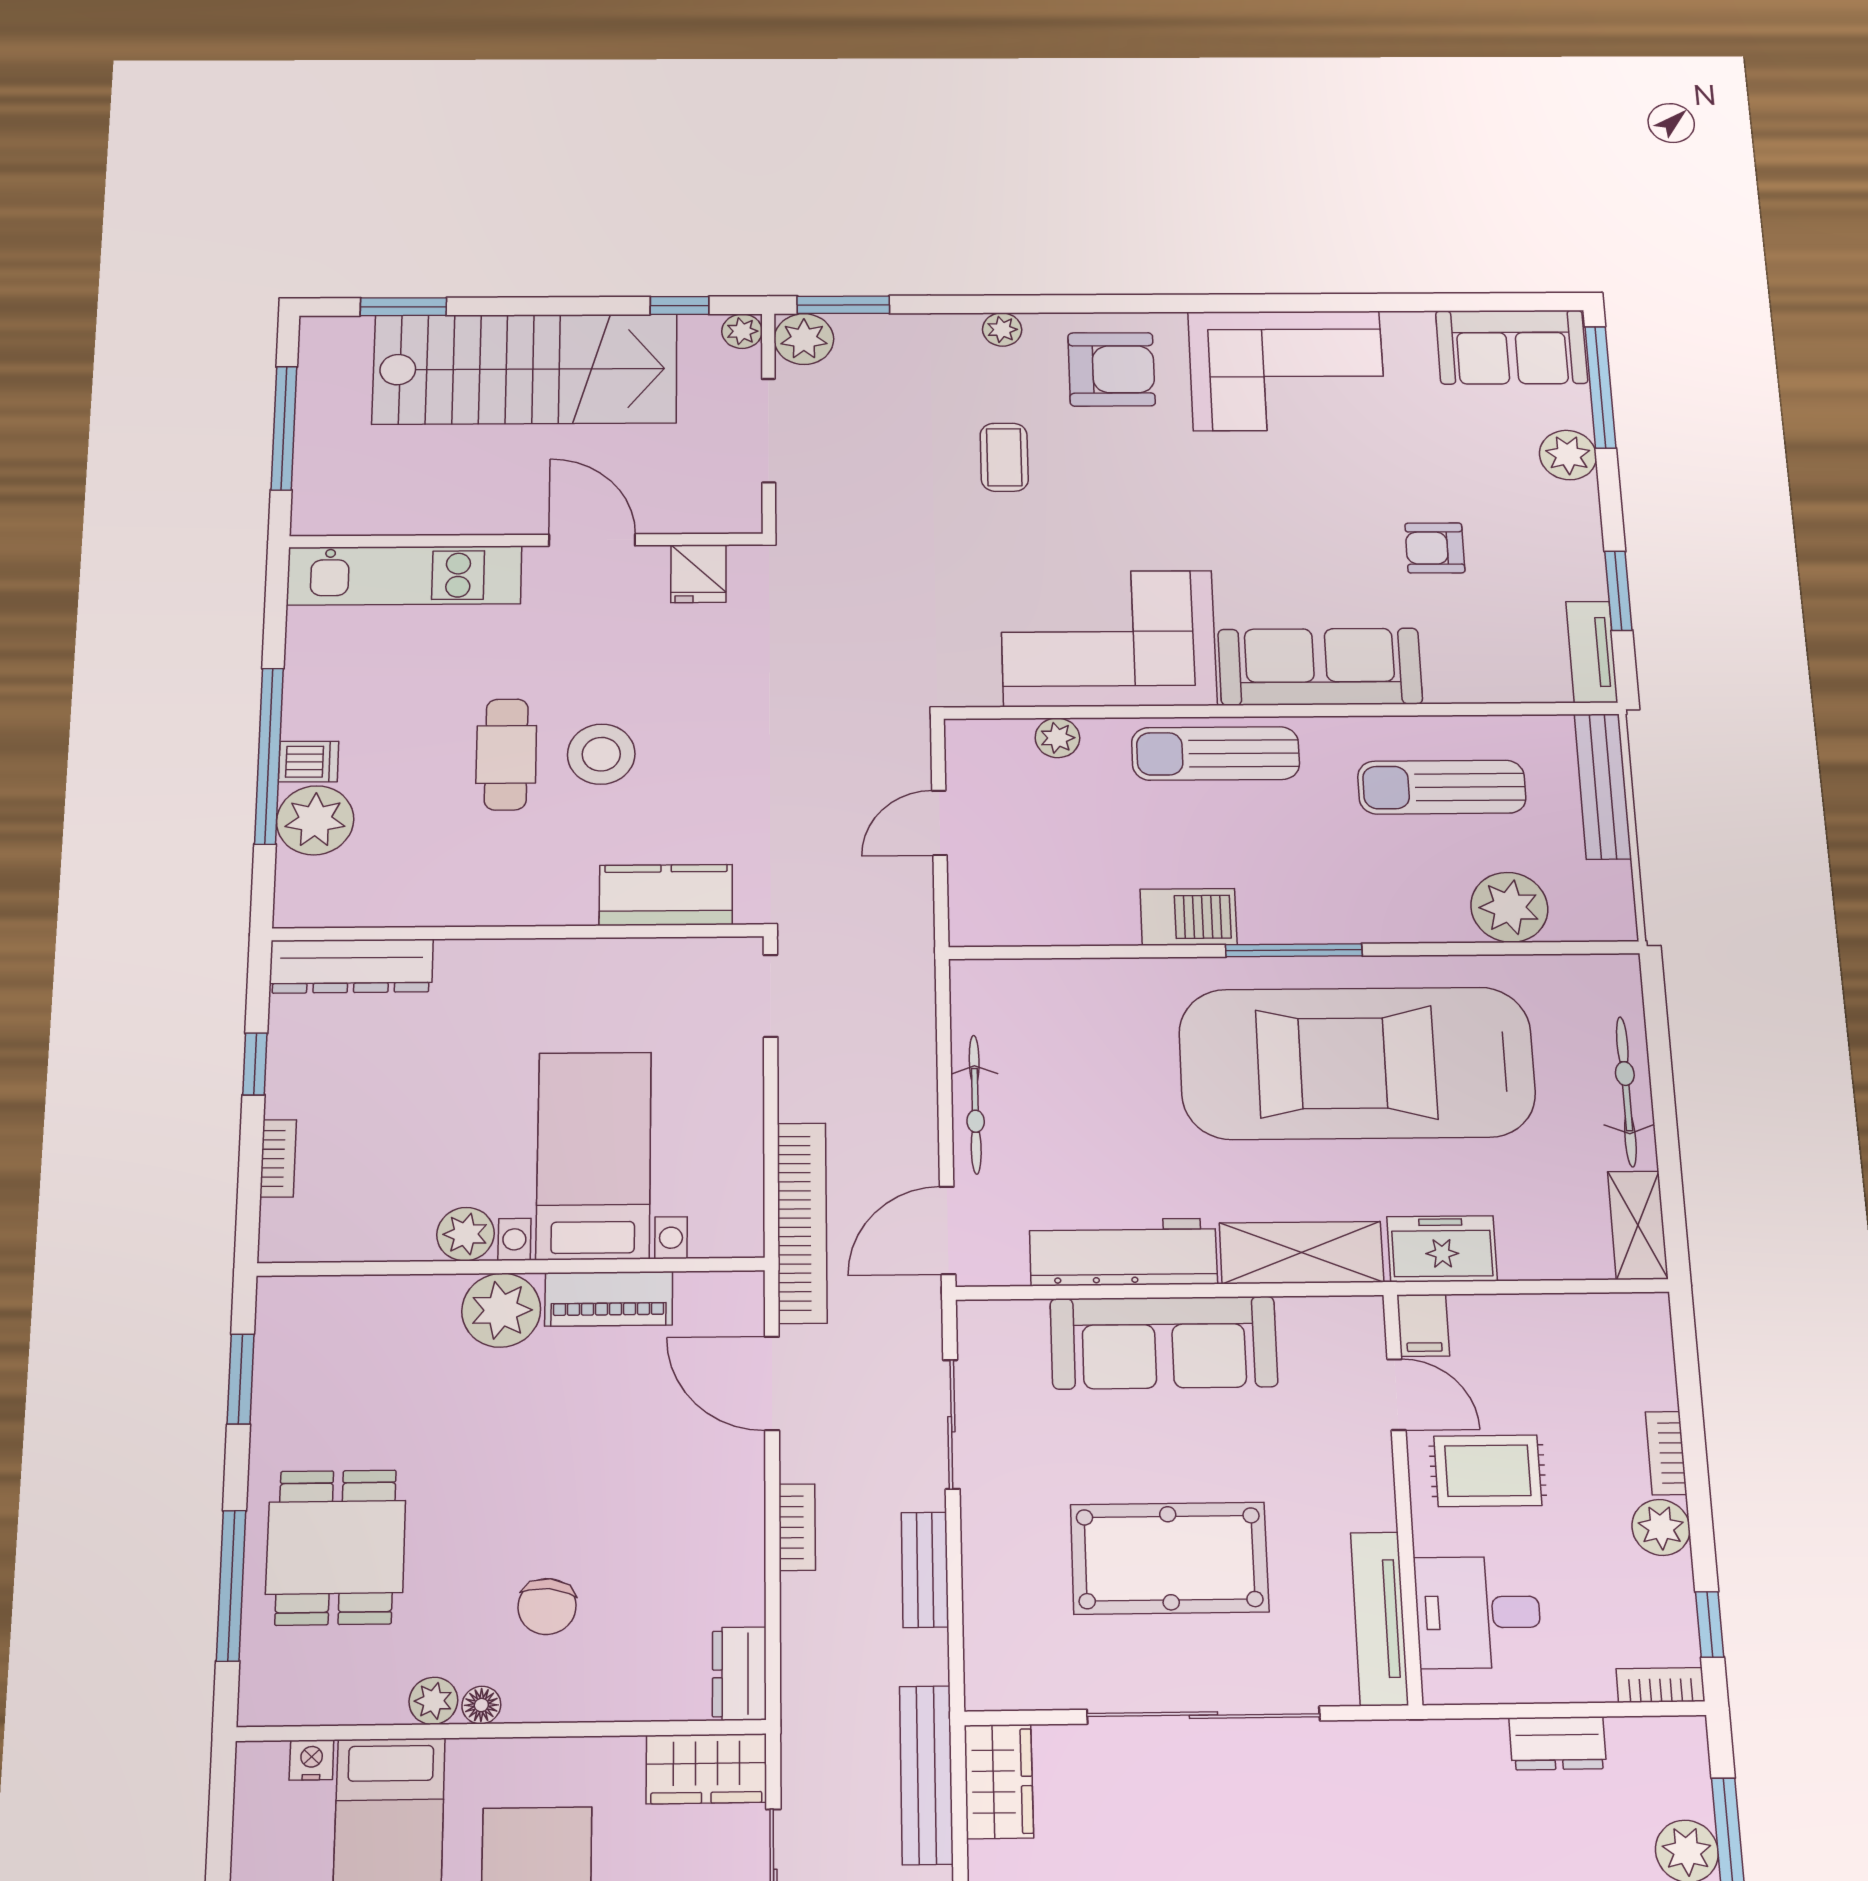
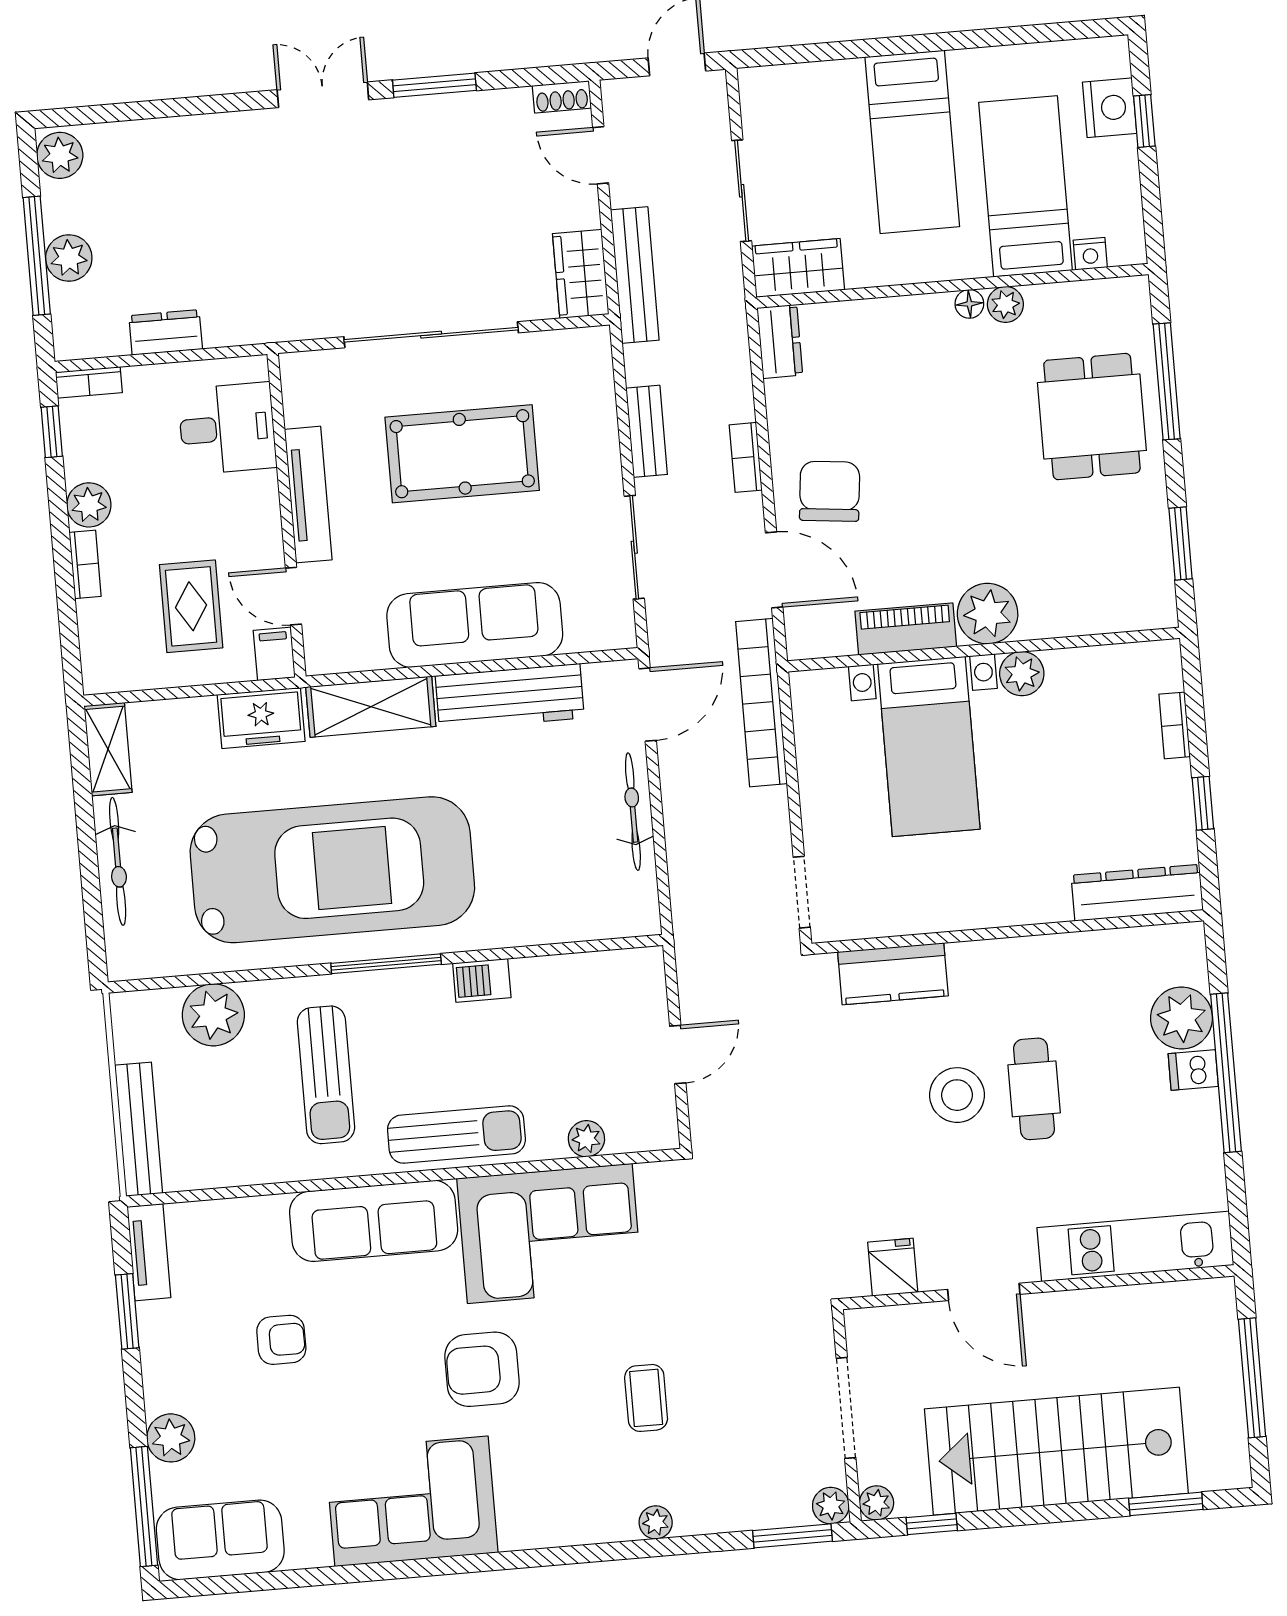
plant: (804, 339) -> (831, 1506), width x0.73, depth x0.73
armchair: (1112, 369) -> (482, 1369), moved
sun lounger: (1442, 787) -> (326, 1075), moved, turned 90
barbecue: (1189, 917) -> (482, 980), width x0.73, depth x0.79
rug: (1488, 1471) -> (191, 606), moved, turned 90
chair: (547, 1606) -> (830, 491), moved, width x1.37, depth x1.37
tv unit: (1379, 1618) -> (308, 495), moved

